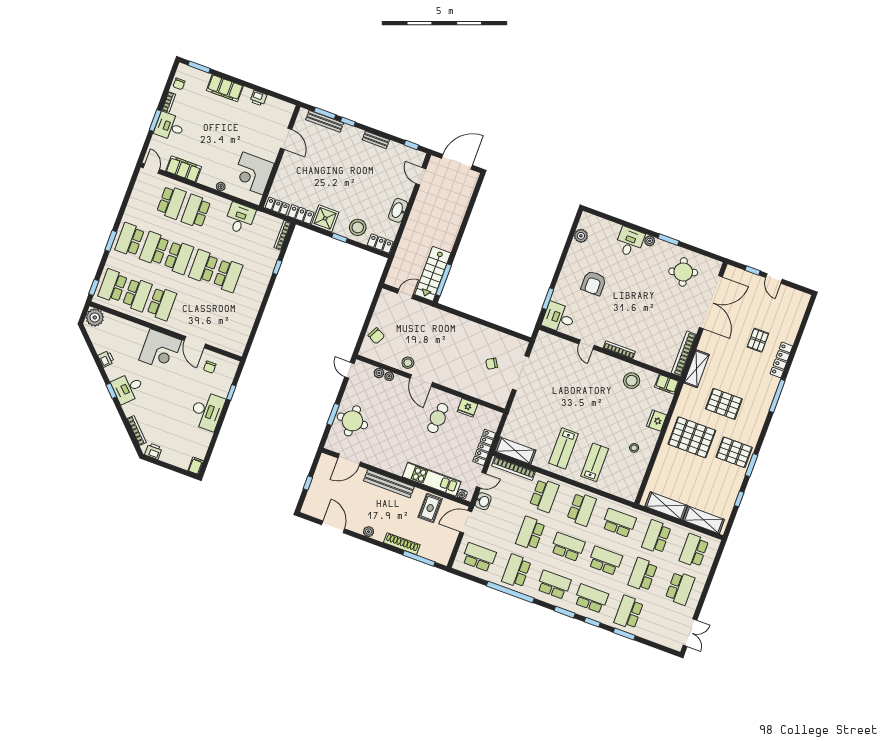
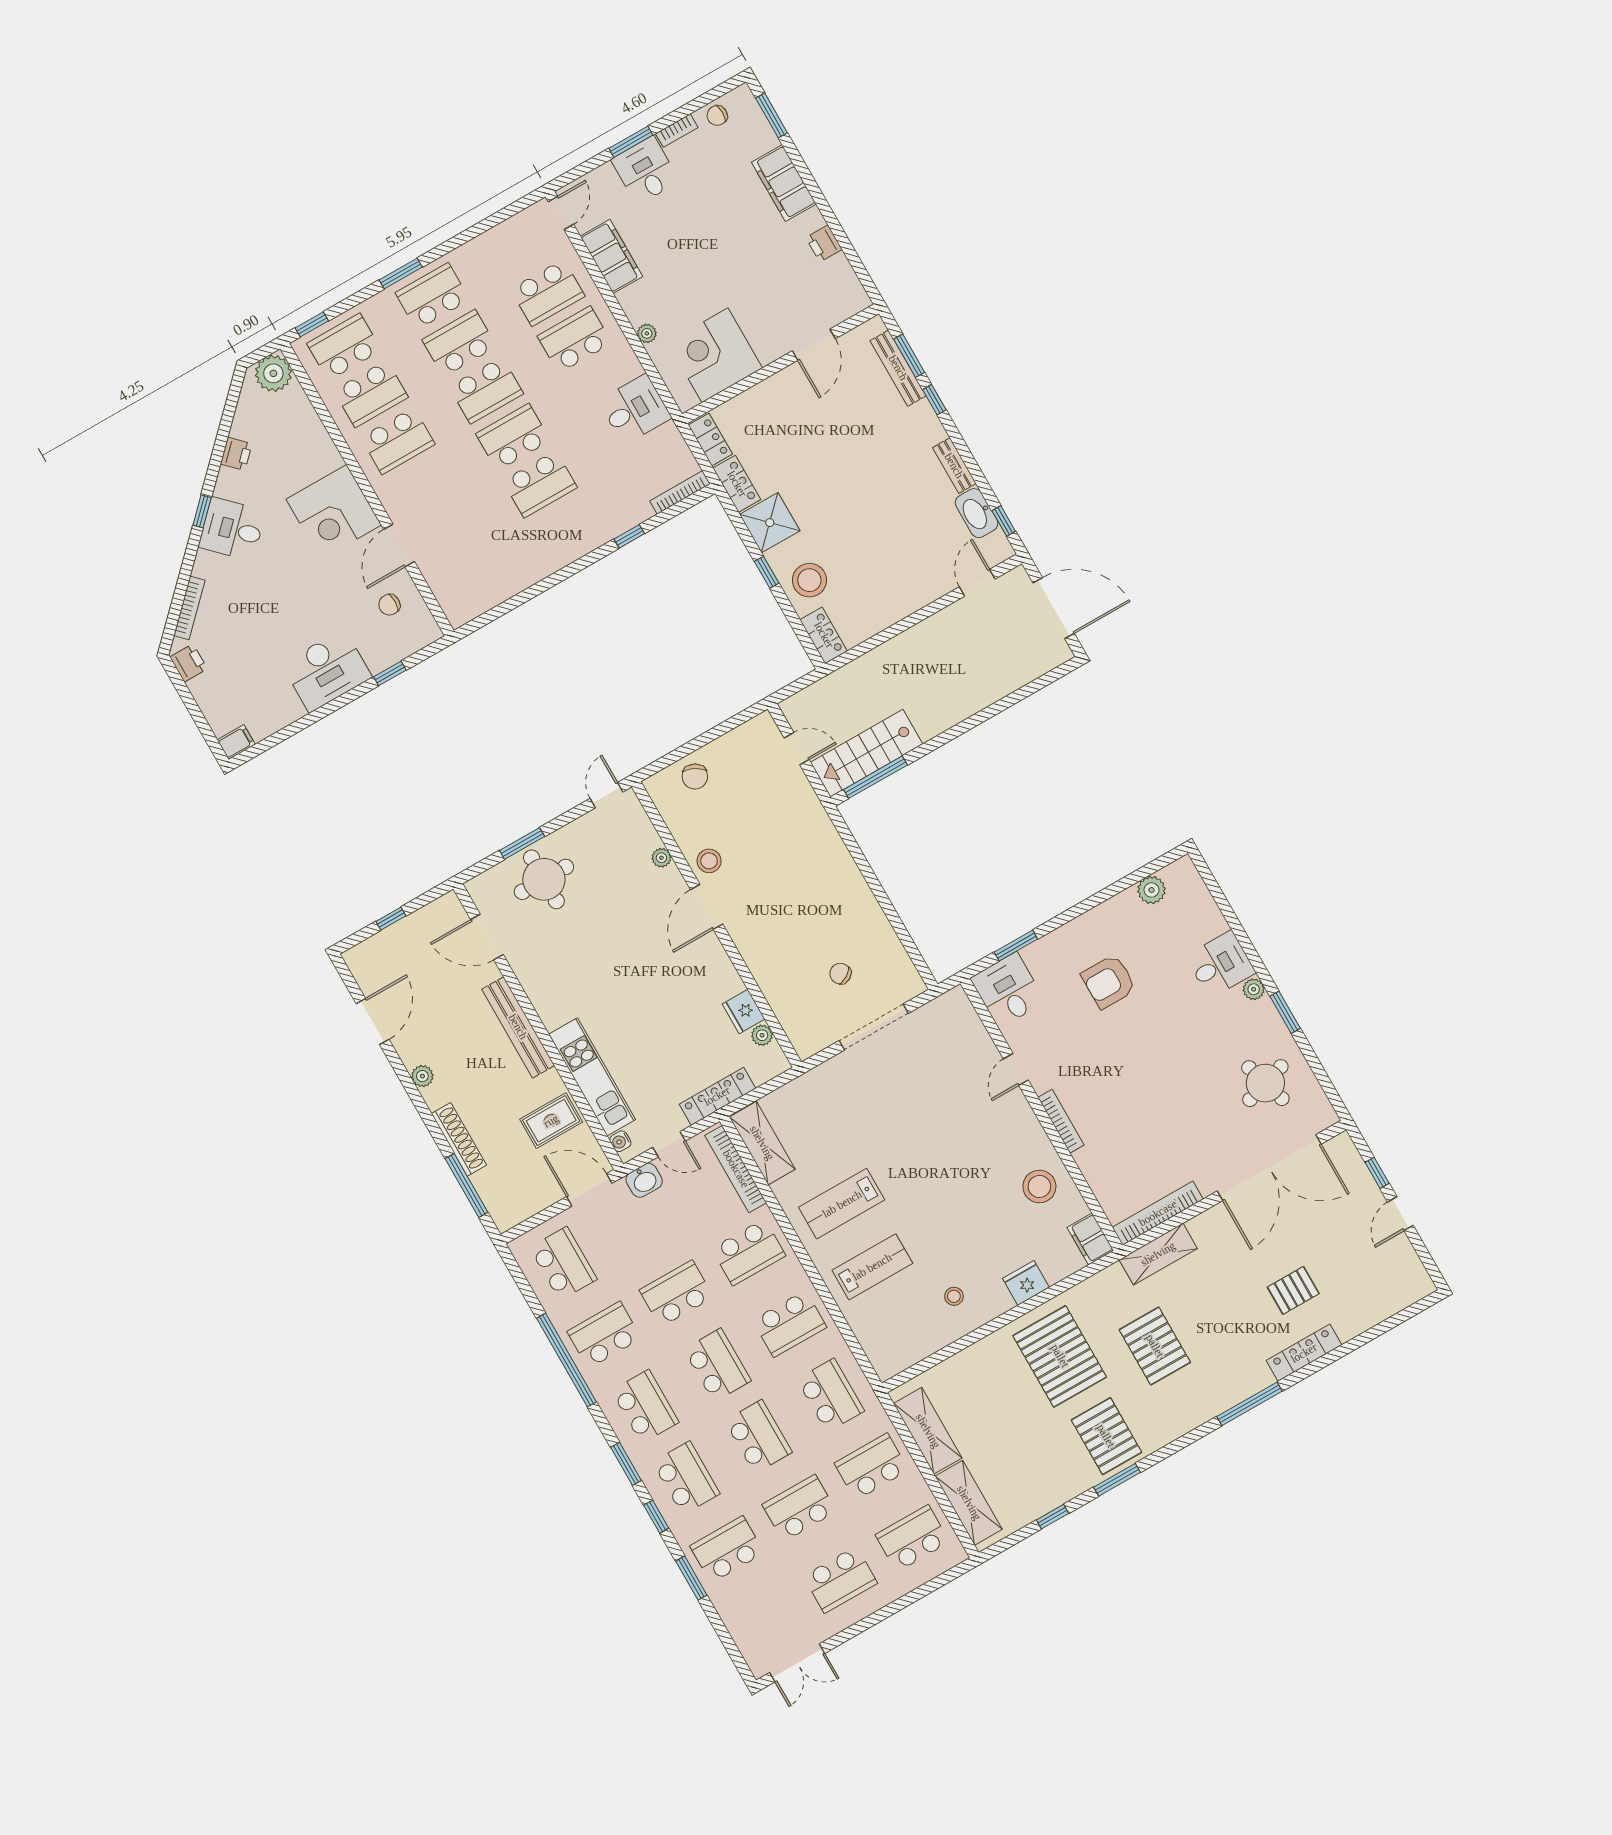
washbasin: (398, 210) -> (977, 513), moved, turned -90
plant: (379, 373) -> (762, 1035), moved
cafe table: (438, 418) -> (683, 988), removed

